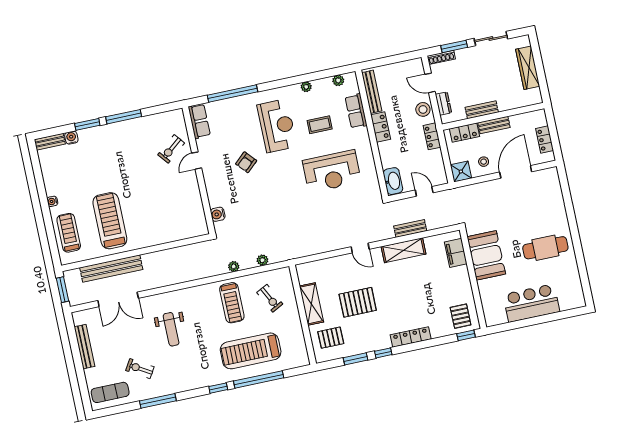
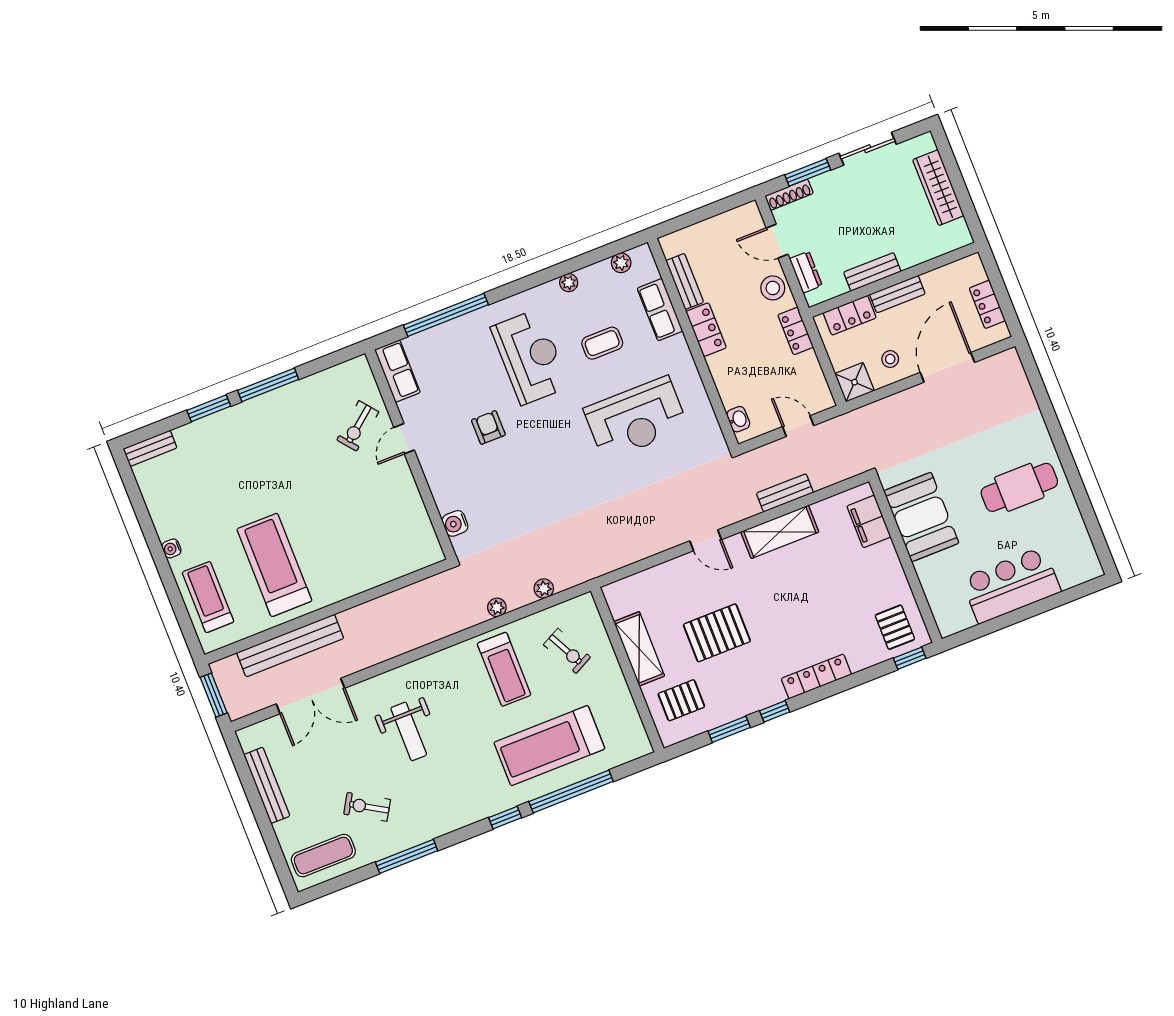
bench: (372, 92) -> (685, 281), width x0.73
water cooler: (71, 138) -> (186, 435), removed
armchair: (246, 162) -> (488, 427), turned 132
washbasin: (393, 181) -> (738, 419), width x0.52, depth x0.69

